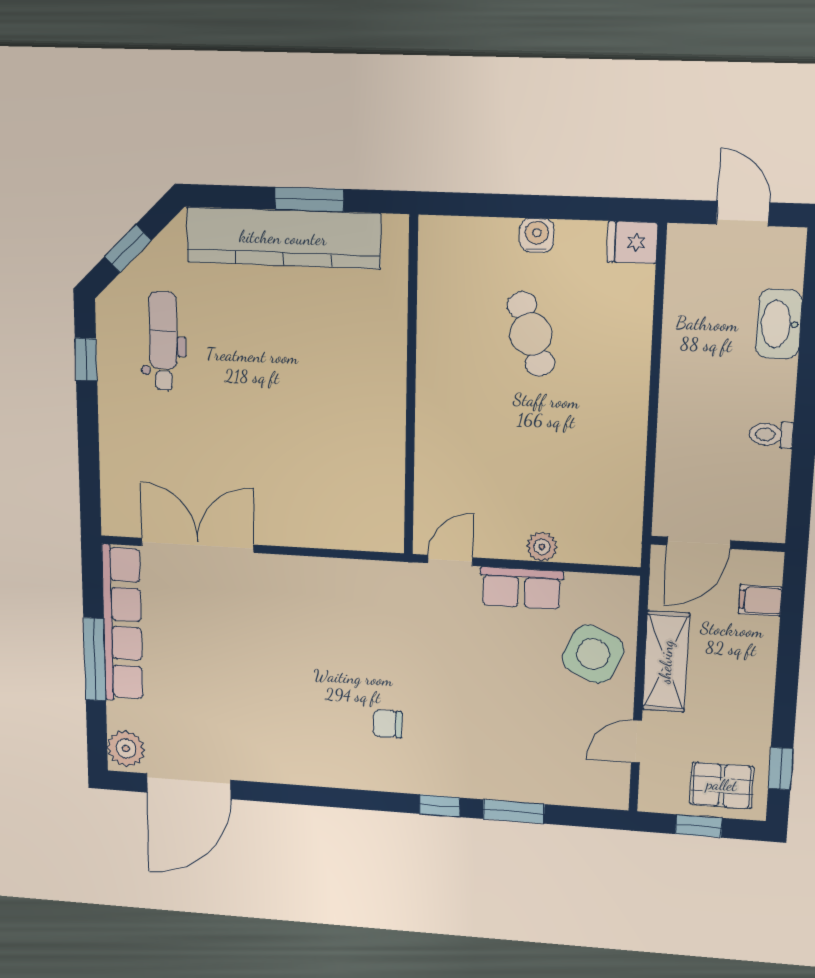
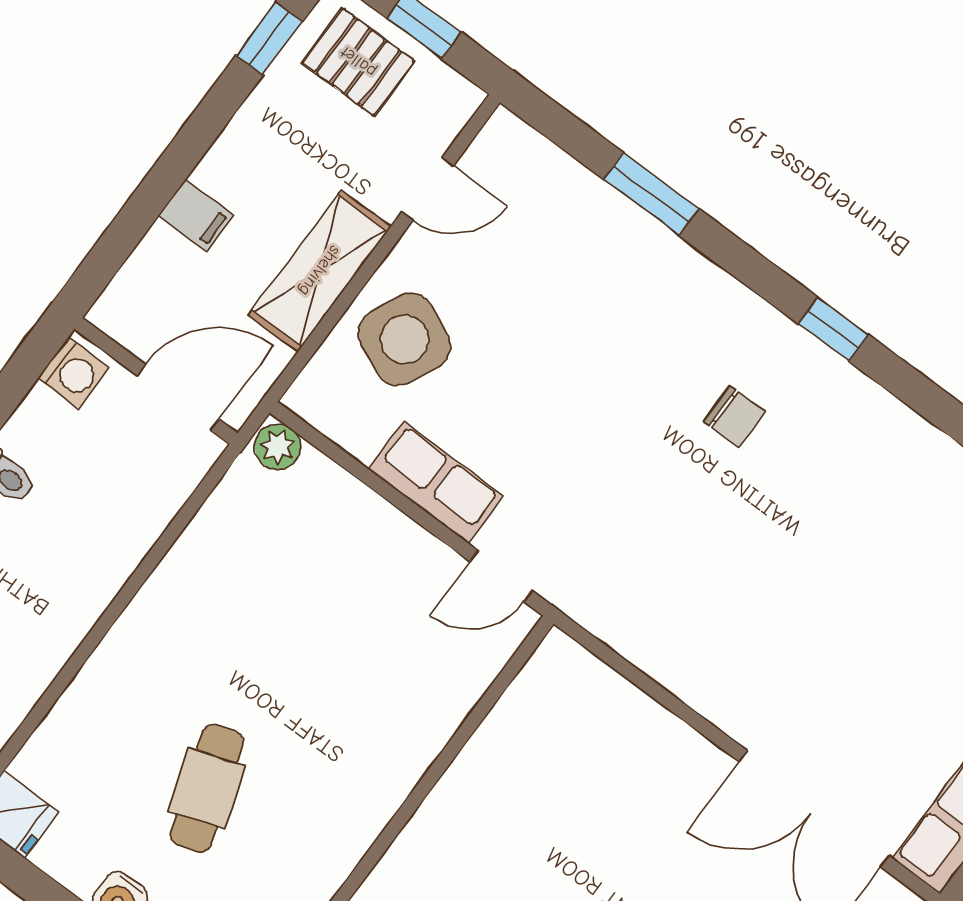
washing machine: (769, 518) -> (73, 373), added
plant: (542, 547) -> (278, 447), moved
filing cabinet: (760, 600) -> (196, 215), moved
window: (440, 806) -> (833, 329), moved

